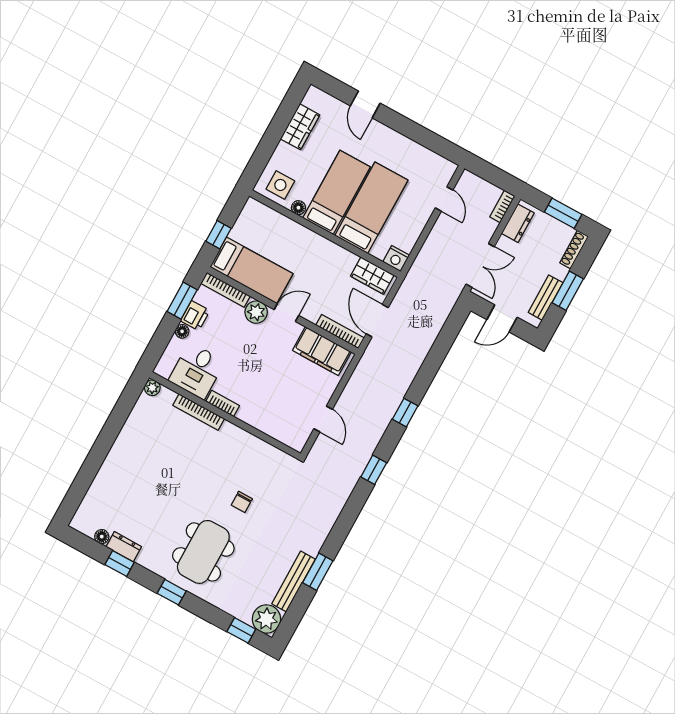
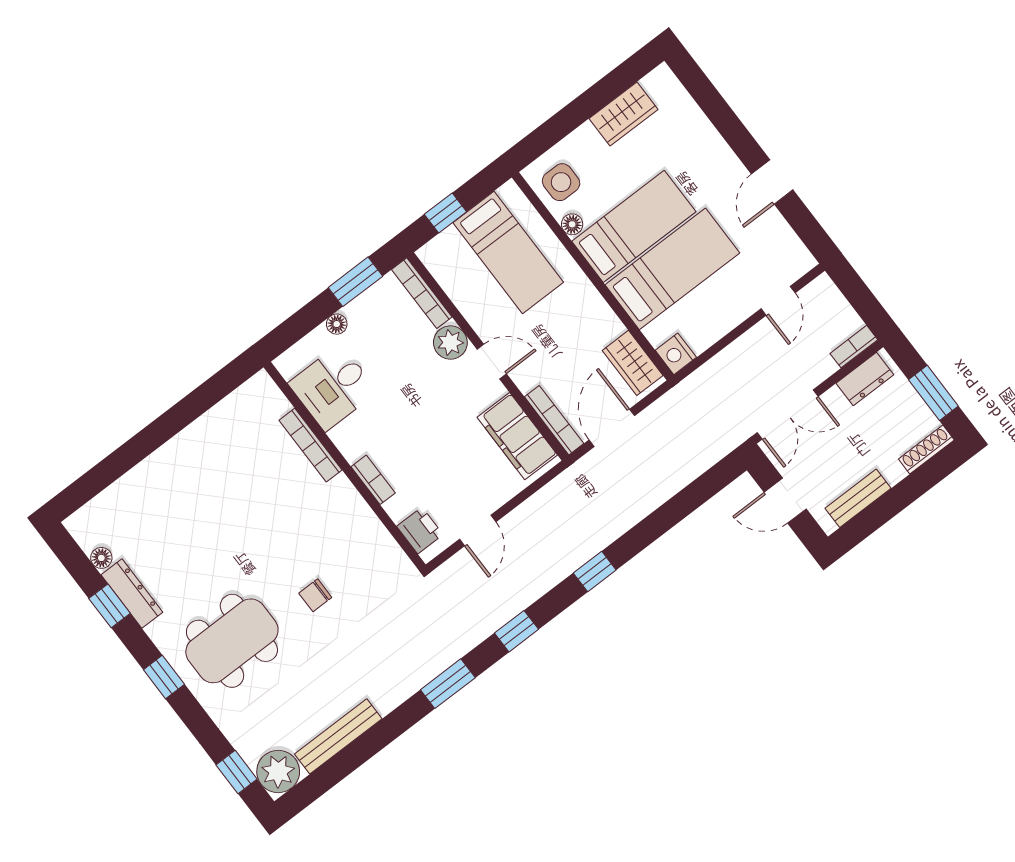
door: (365, 104) -> (772, 182), moved
bed: (251, 270) -> (508, 252), moved
window: (568, 291) -> (893, 502), removed
printer: (195, 316) -> (420, 530), moved, turned -90
plant: (152, 388) -> (261, 384), removed
bookcase: (223, 403) -> (373, 480), moved
dresser: (124, 547) -> (132, 593), width x1.44
window: (318, 572) -> (448, 684), moved

